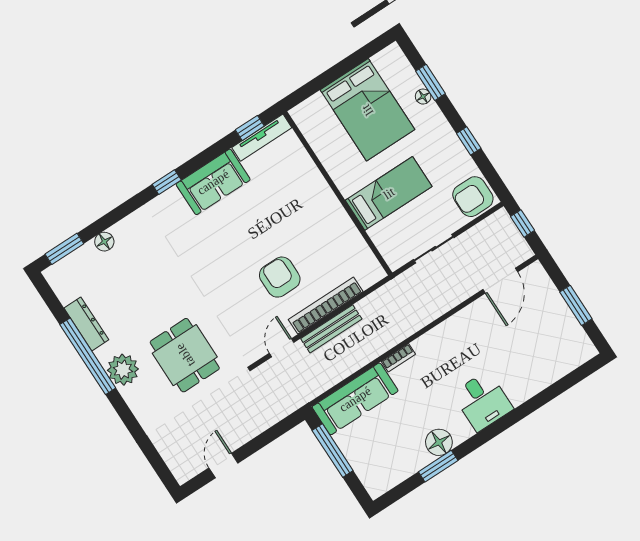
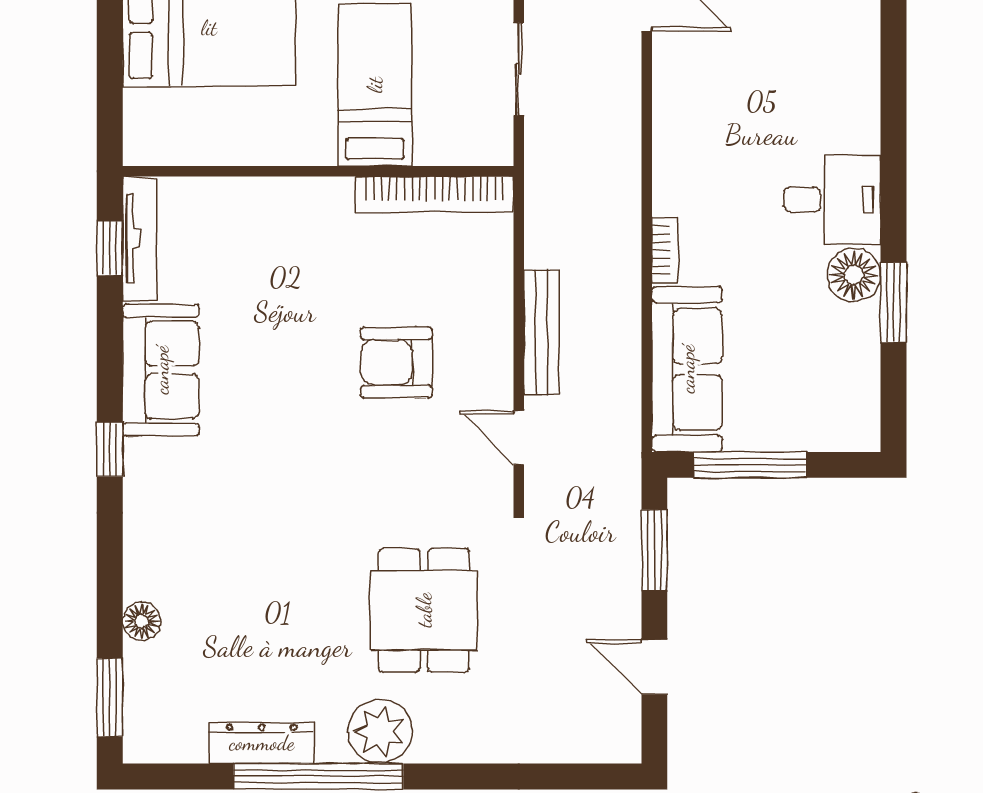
bookcase: (326, 305) -> (435, 194), moved, turned -90
dining table: (185, 355) -> (424, 610), turned 90
desk: (483, 401) -> (832, 200), moved
window: (272, 434) -> (654, 550), added

